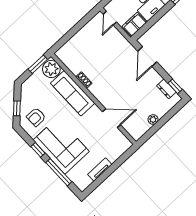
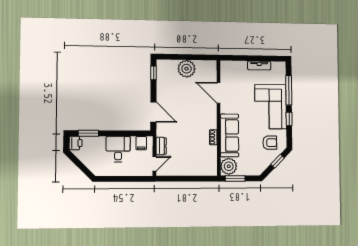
filing cabinet: (134, 24) -> (141, 143), width x0.50
door: (147, 56) -> (153, 112), hinge flipped
dresser: (166, 89) -> (161, 146), moved
plant: (153, 120) -> (187, 69), width x1.88, depth x1.88

